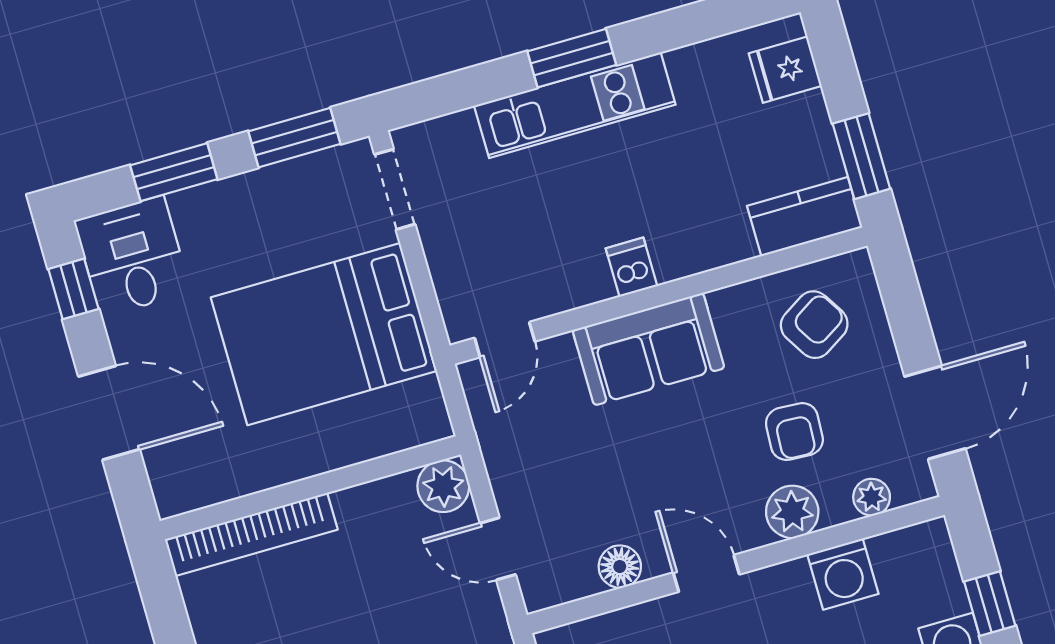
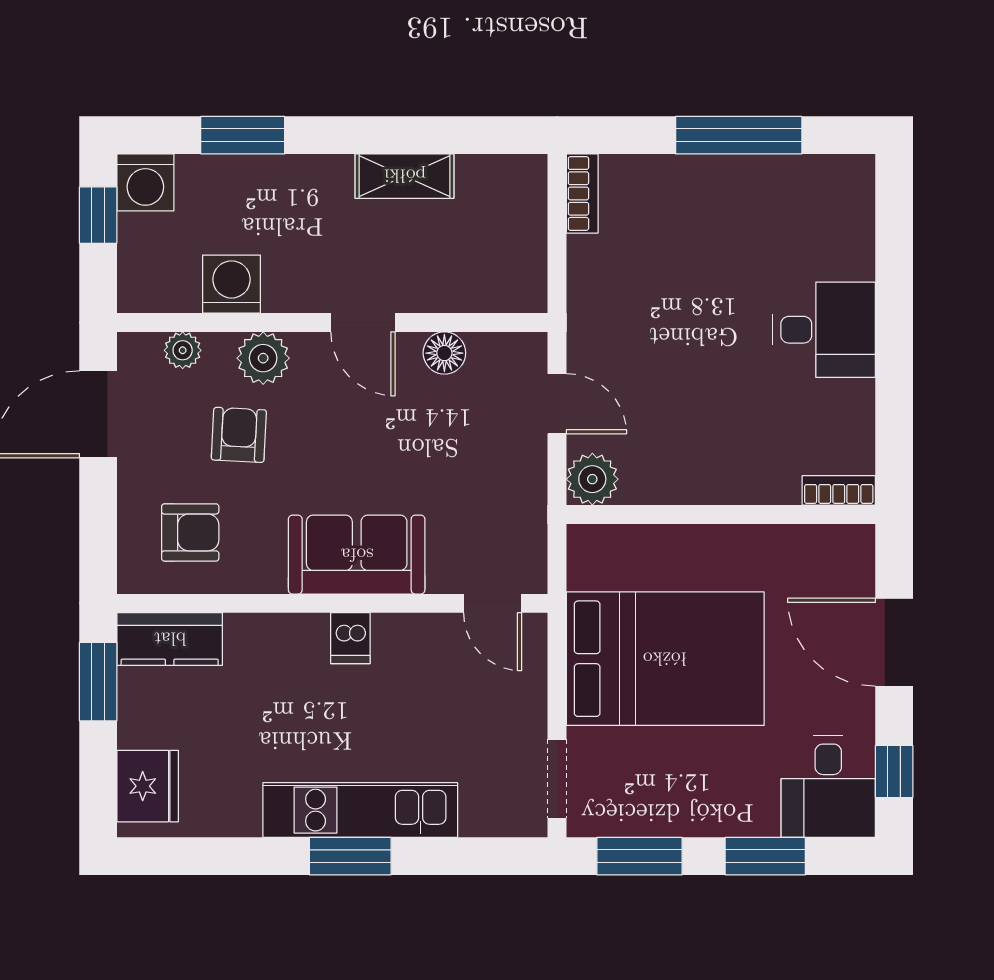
fridge: (785, 70) -> (148, 786), width x1.38
armchair: (814, 325) -> (190, 532), turned -148
door: (505, 340) -> (493, 603), swing flipped
bookcase: (251, 534) -> (839, 490), width x0.43, depth x0.76

